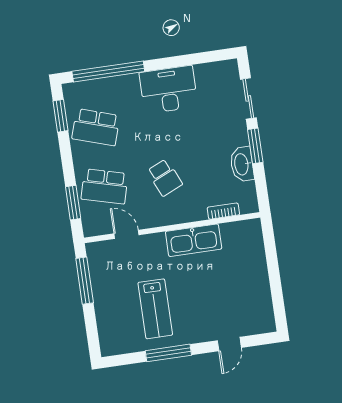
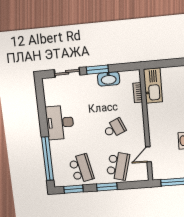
school desk: (96, 127) -> (81, 168), turned -30
window: (73, 203) -> (107, 187), moved
kitchen sink: (194, 240) -> (153, 86), moved

